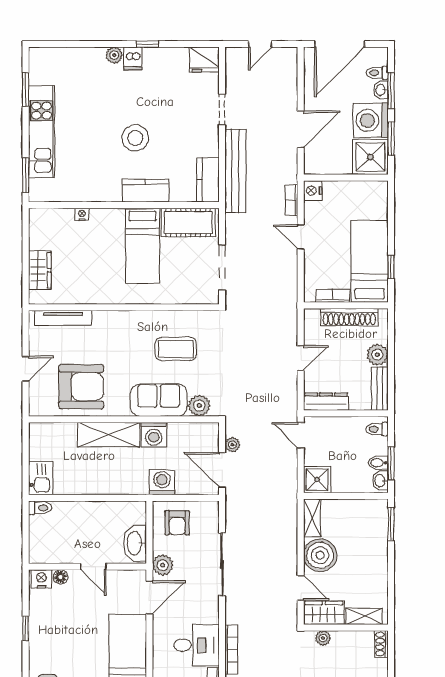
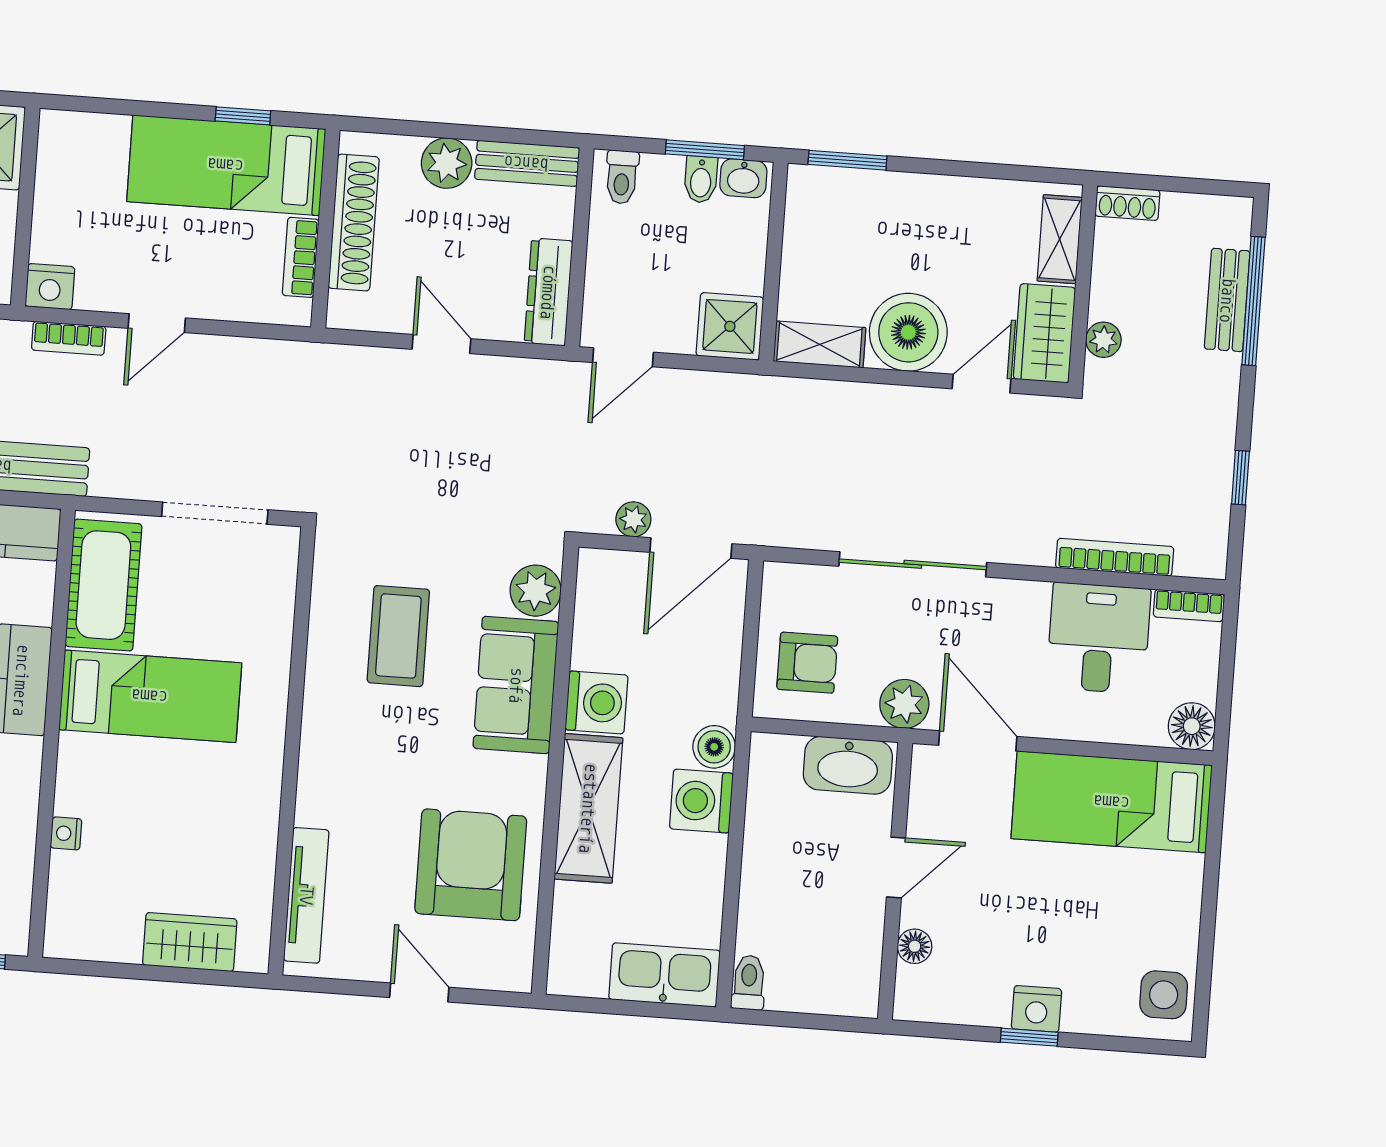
kitchen sink: (41, 478) -> (664, 975), width x1.38
washing machine: (162, 482) -> (701, 801), moved
boiler: (139, 486) -> (714, 747), added
nightstand: (41, 579) -> (1036, 1009), moved, turned -90

